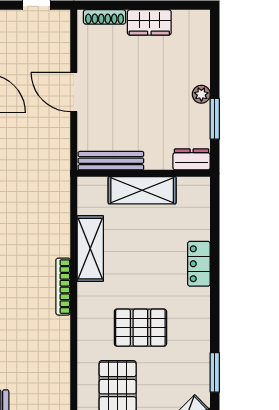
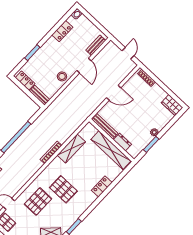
wardrobe: (149, 22) -> (172, 105), moved
door: (74, 92) -> (114, 93), swing flipped
dresser: (192, 159) -> (122, 142), moved
shelving: (142, 190) -> (111, 150), width x1.47

